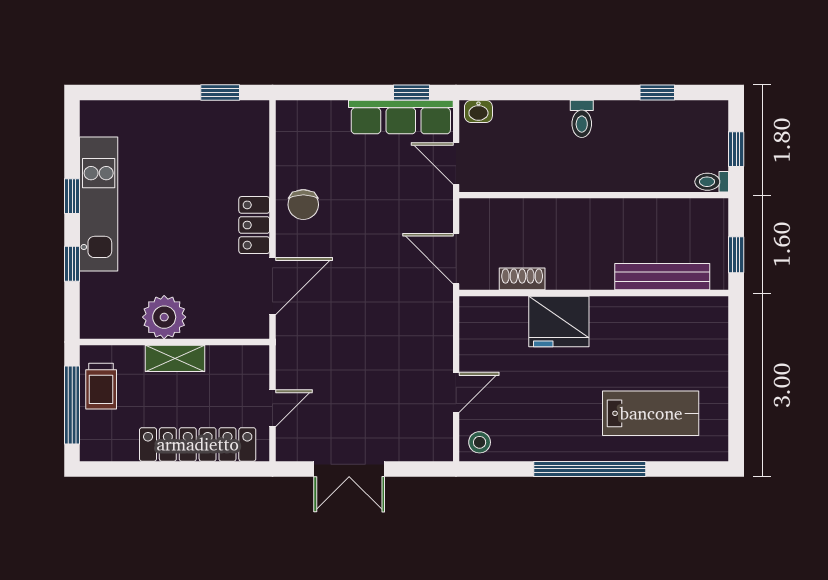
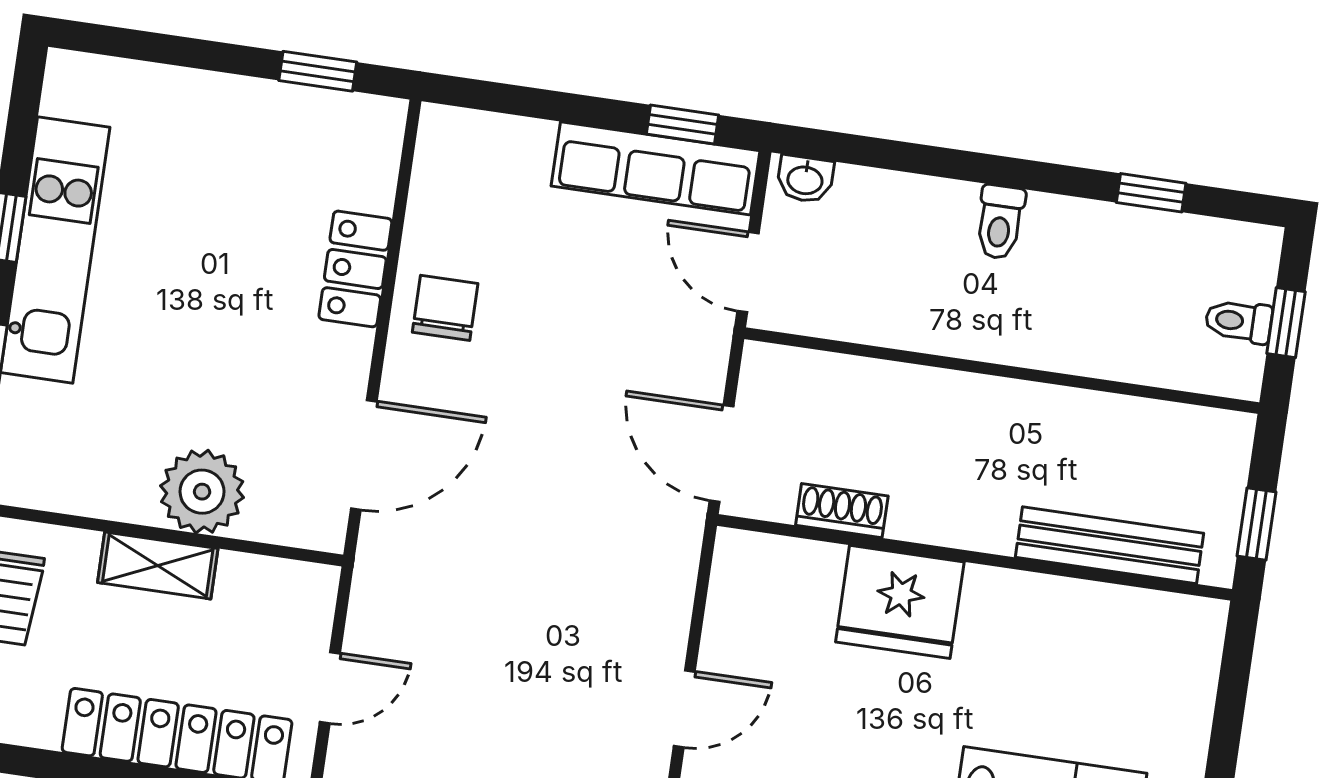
toilet: (712, 182) -> (1239, 321), moved
chair: (303, 205) -> (445, 308), turned 180
locker: (254, 225) -> (355, 269), moved
plant: (164, 317) -> (202, 492), moved

